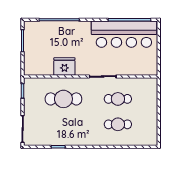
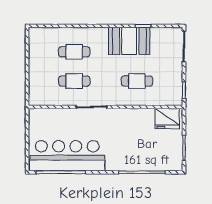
fridge: (64, 66) -> (167, 118), moved
cafe table: (63, 99) -> (137, 81), width x0.73, depth x0.74
booth: (70, 134) -> (129, 41), added

